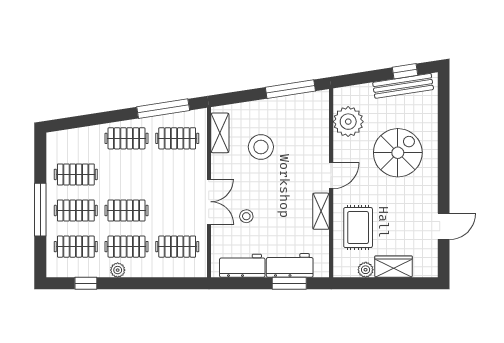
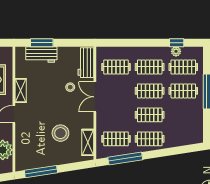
clothes rail: (76, 174) -> (150, 115), moved
workbench: (242, 266) -> (86, 63), moved, turned 90
plant: (118, 270) -> (176, 51), moved

